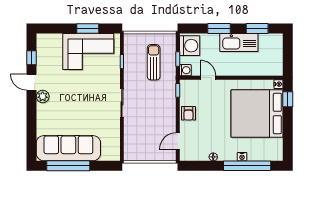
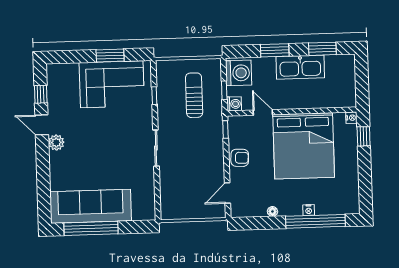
armchair: (188, 113) -> (240, 158), turned -87
bed: (257, 113) -> (304, 146), moved, turned -90

